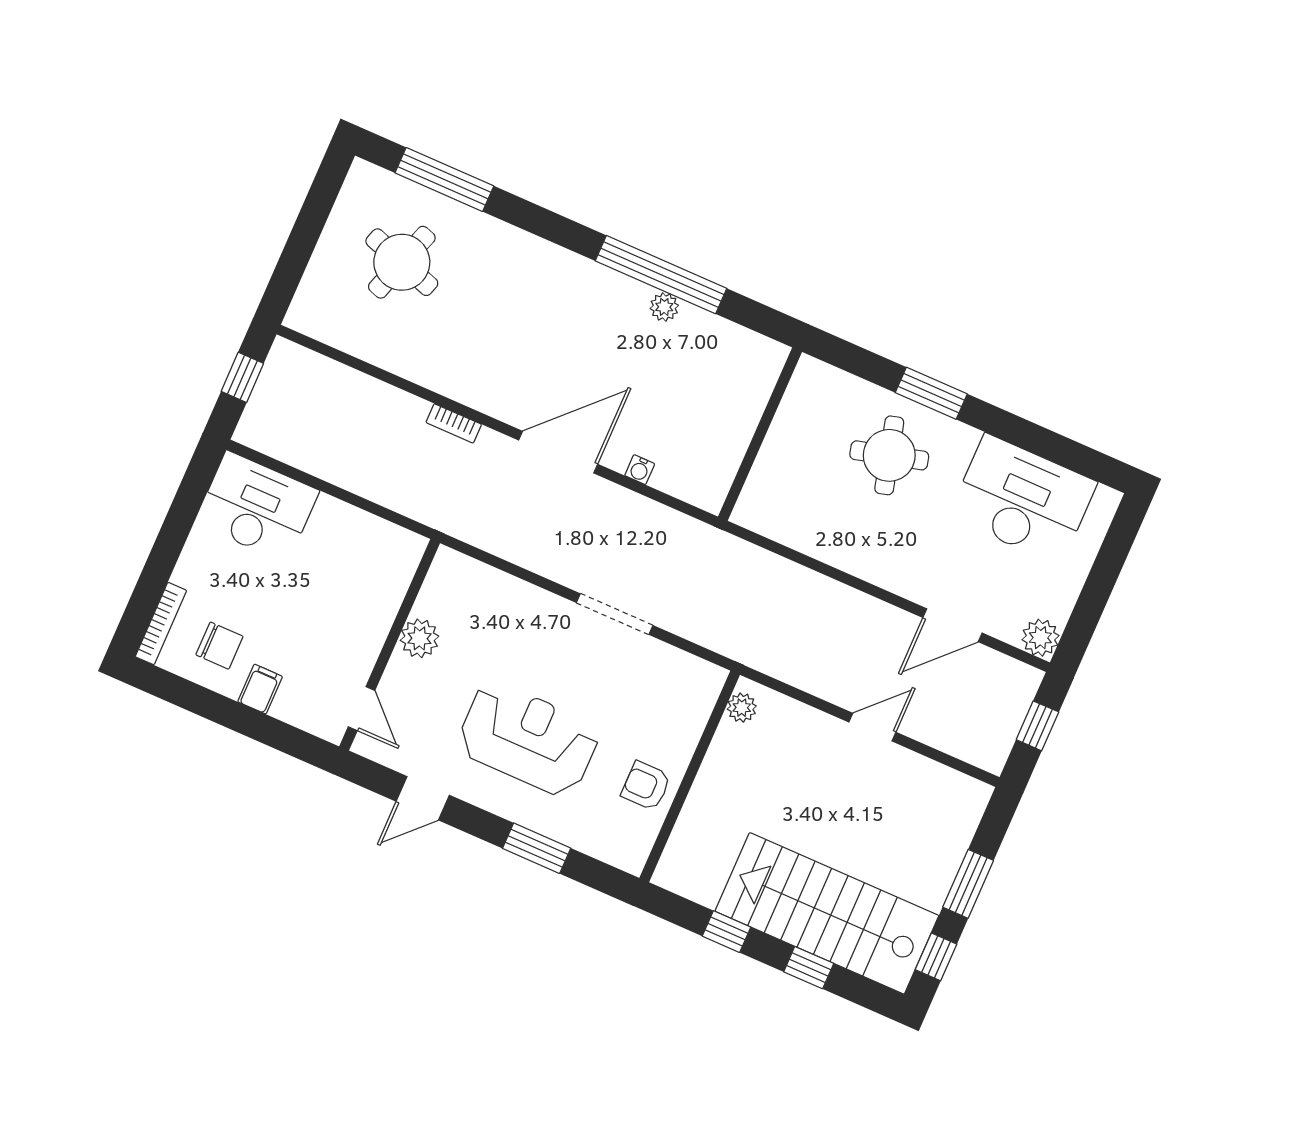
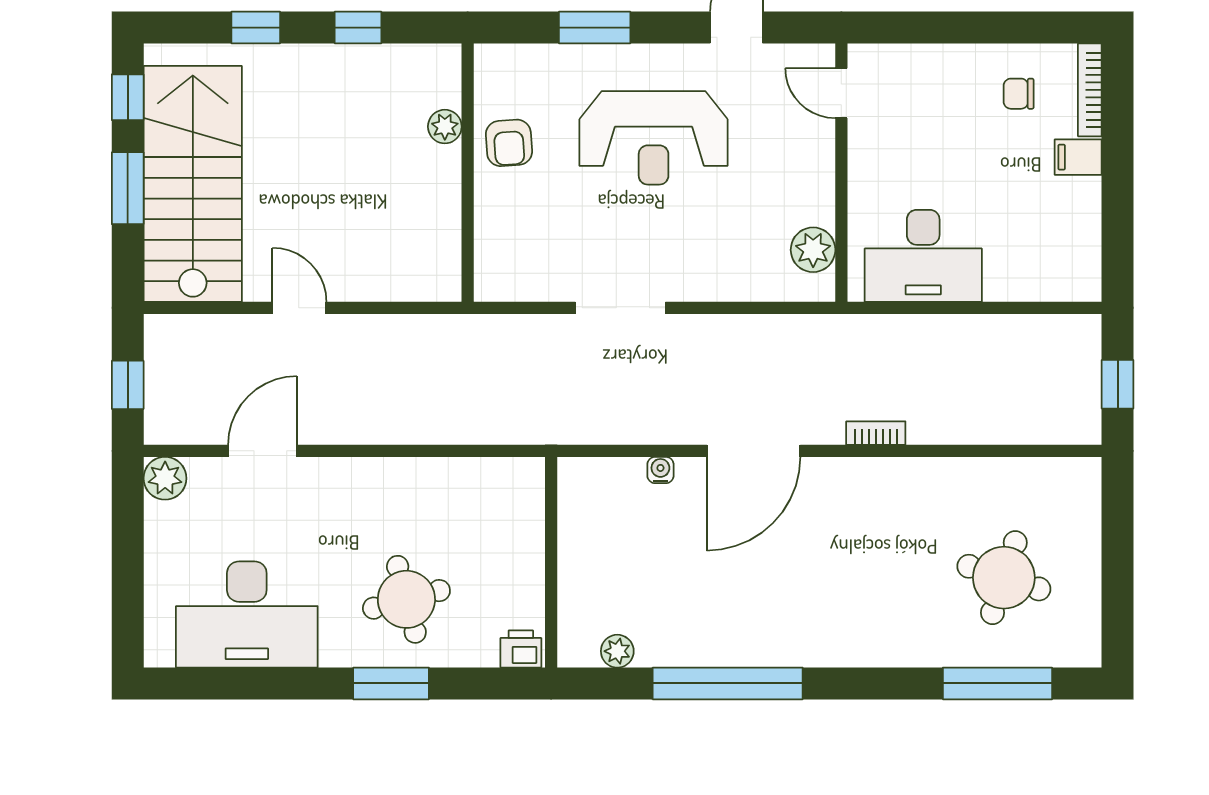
plant: (664, 307) -> (617, 651), moved
printer: (815, 375) -> (521, 649), added
desk: (257, 507) -> (923, 256), moved
plant: (419, 638) -> (813, 250), moved
chair: (219, 646) -> (1019, 94), width x0.73, depth x0.73
filing cabinet: (260, 689) -> (1078, 157), moved, turned 90
plant: (742, 708) -> (445, 127), moved
door: (872, 727) -> (299, 308), swing flipped
armchair: (646, 786) -> (509, 143), turned 86
stairs: (827, 913) -> (193, 184), moved, turned -90

